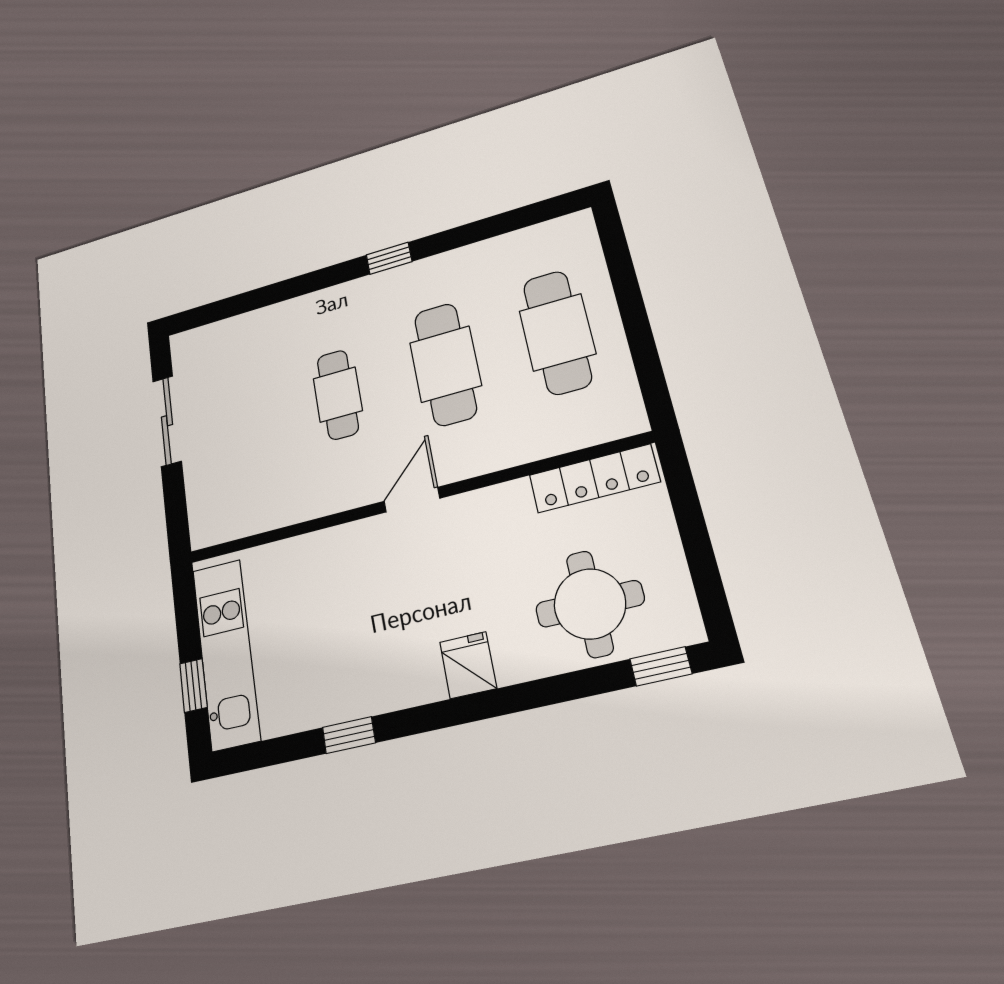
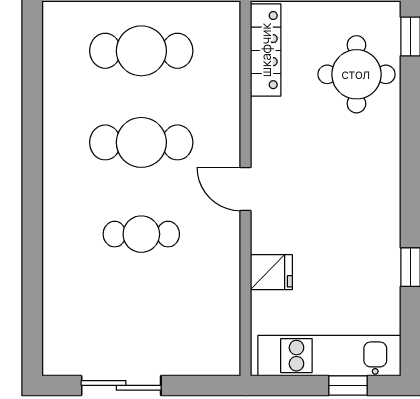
window: (389, 258) -> (32, 171), removed
fridge: (468, 665) -> (271, 272), moved, turned 180

